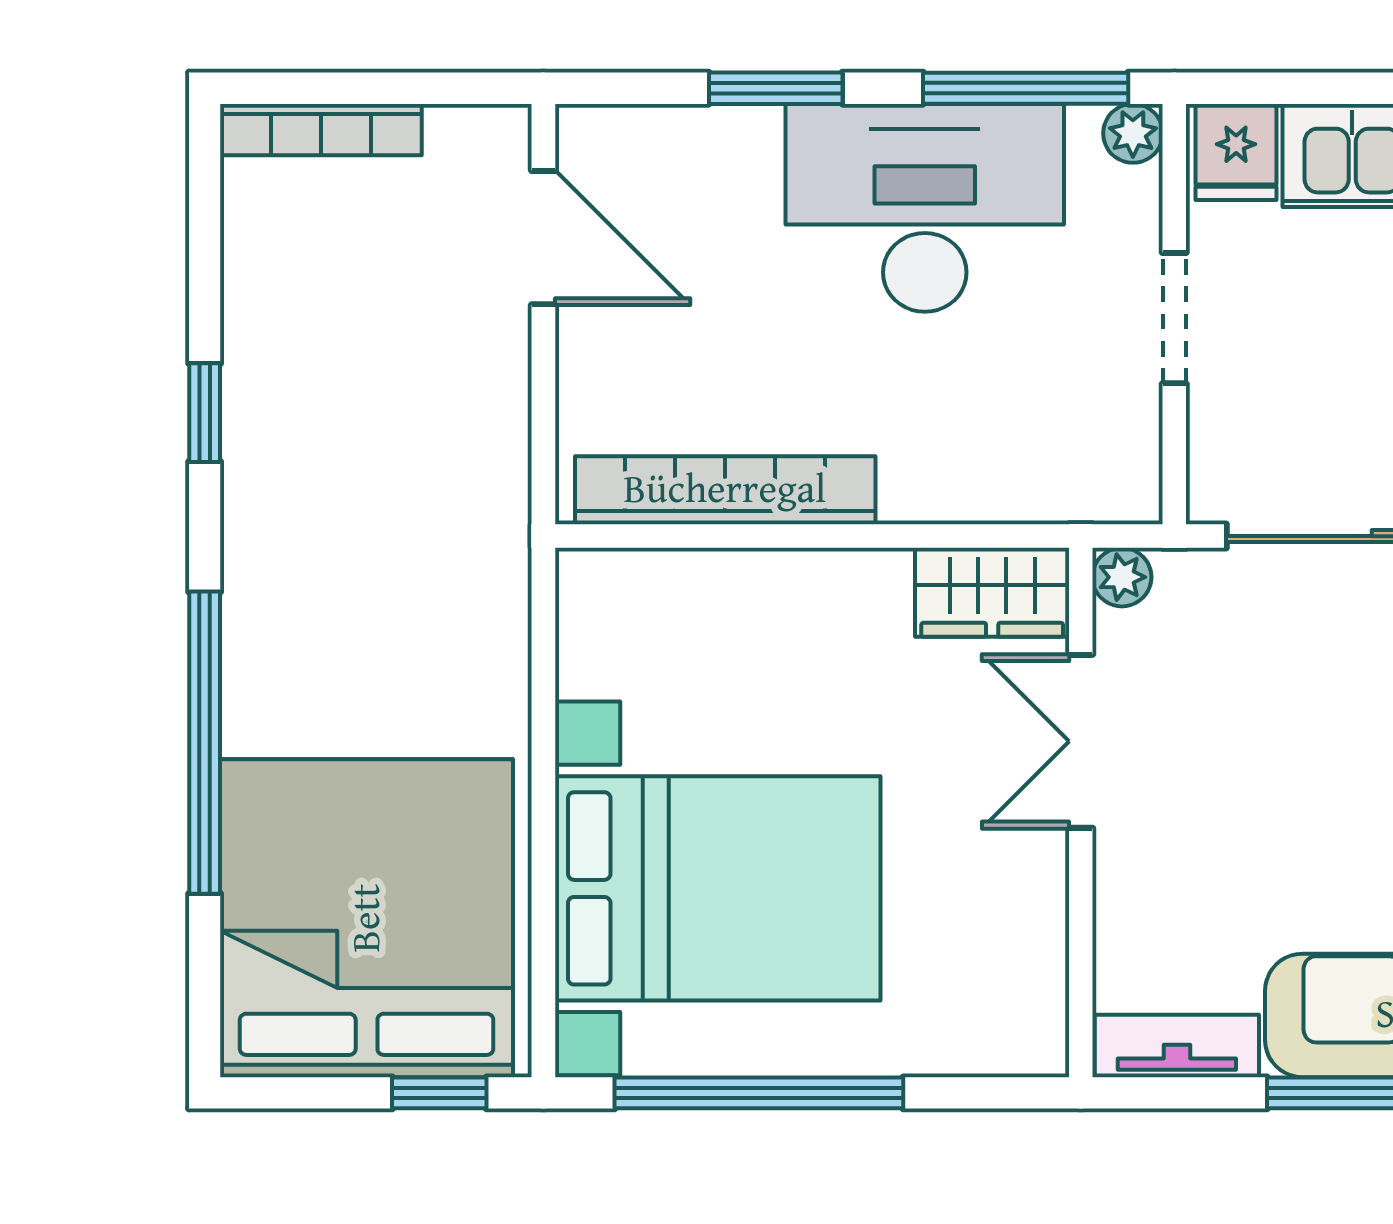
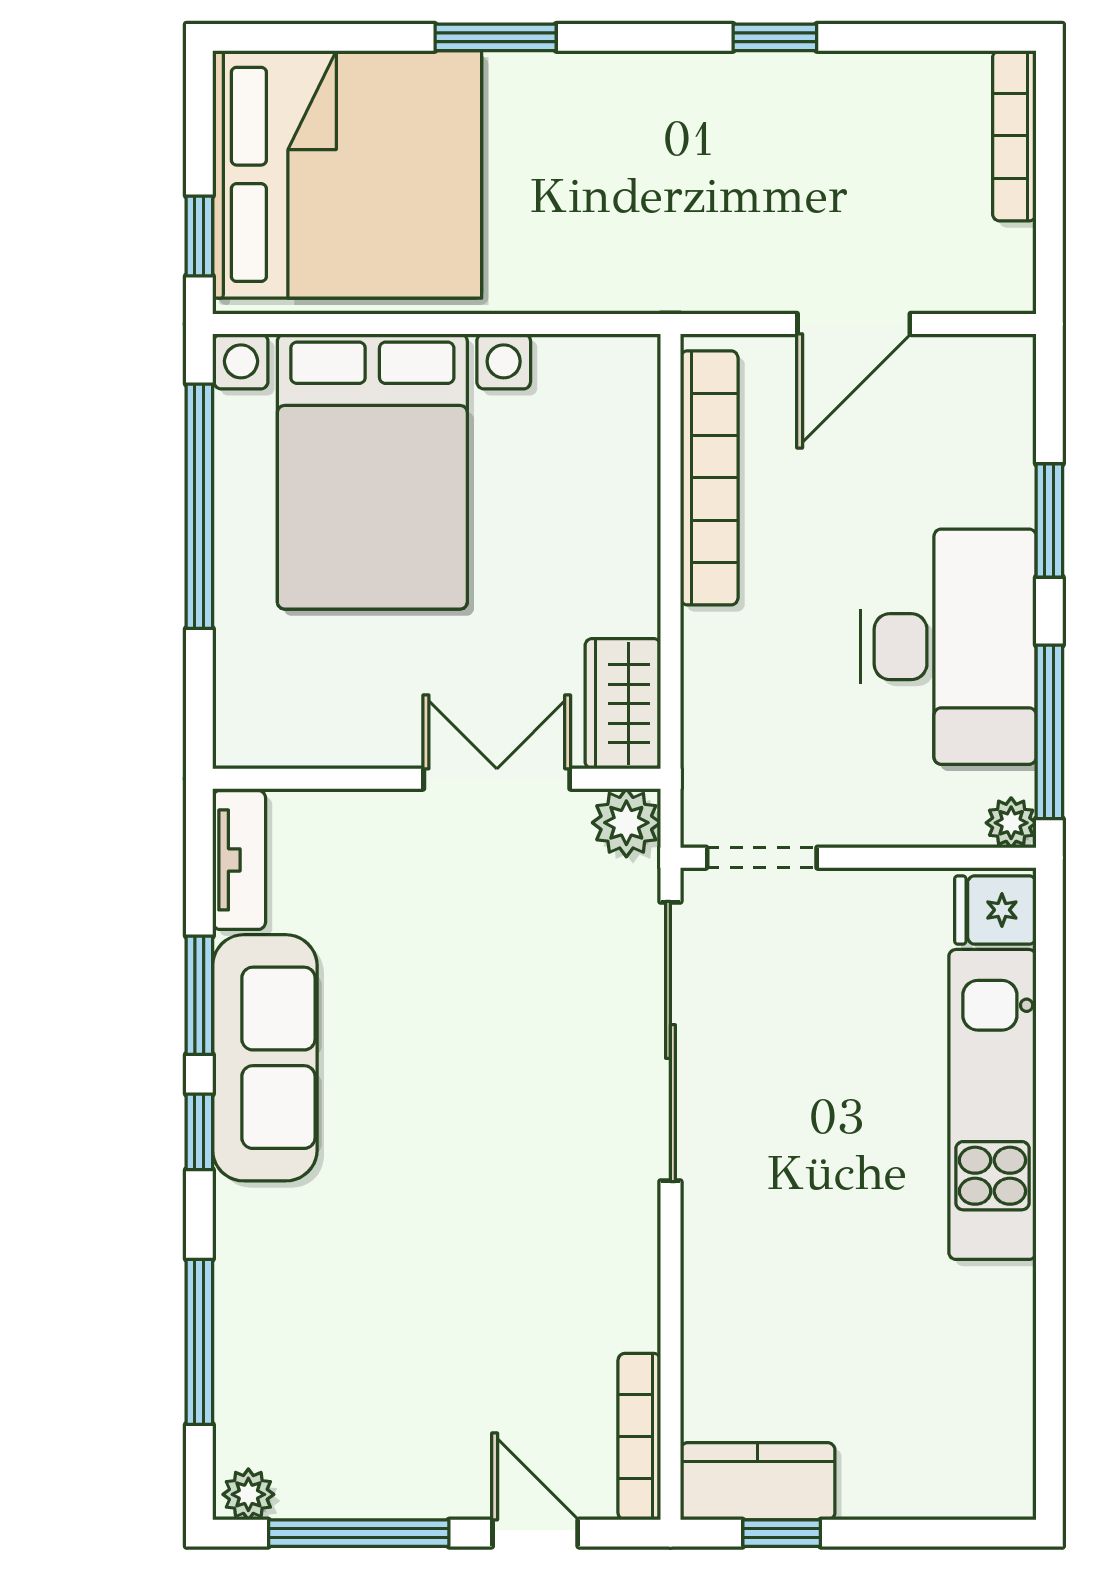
door: (543, 238) -> (854, 324), moved
doorway: (1174, 318) -> (762, 858), moved
plant: (1122, 577) -> (626, 823), width x1.38, depth x1.38
window: (205, 743) -> (496, 37), width x0.47

